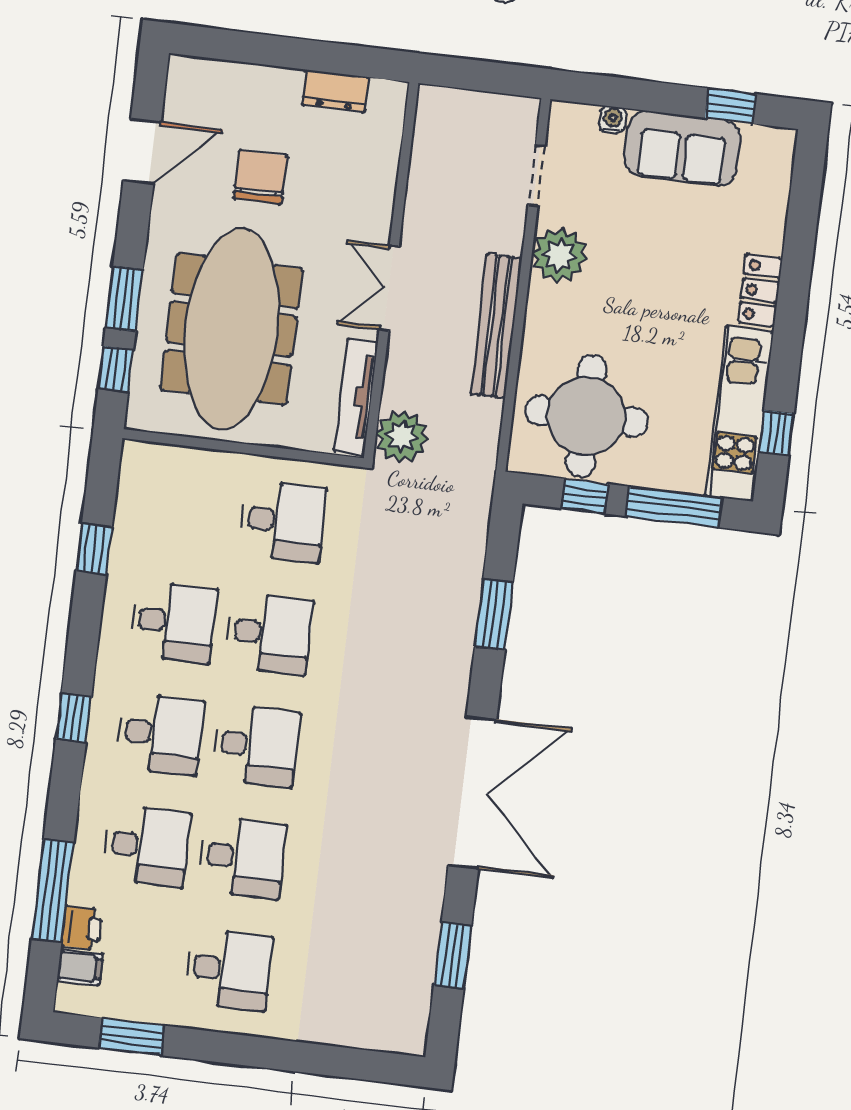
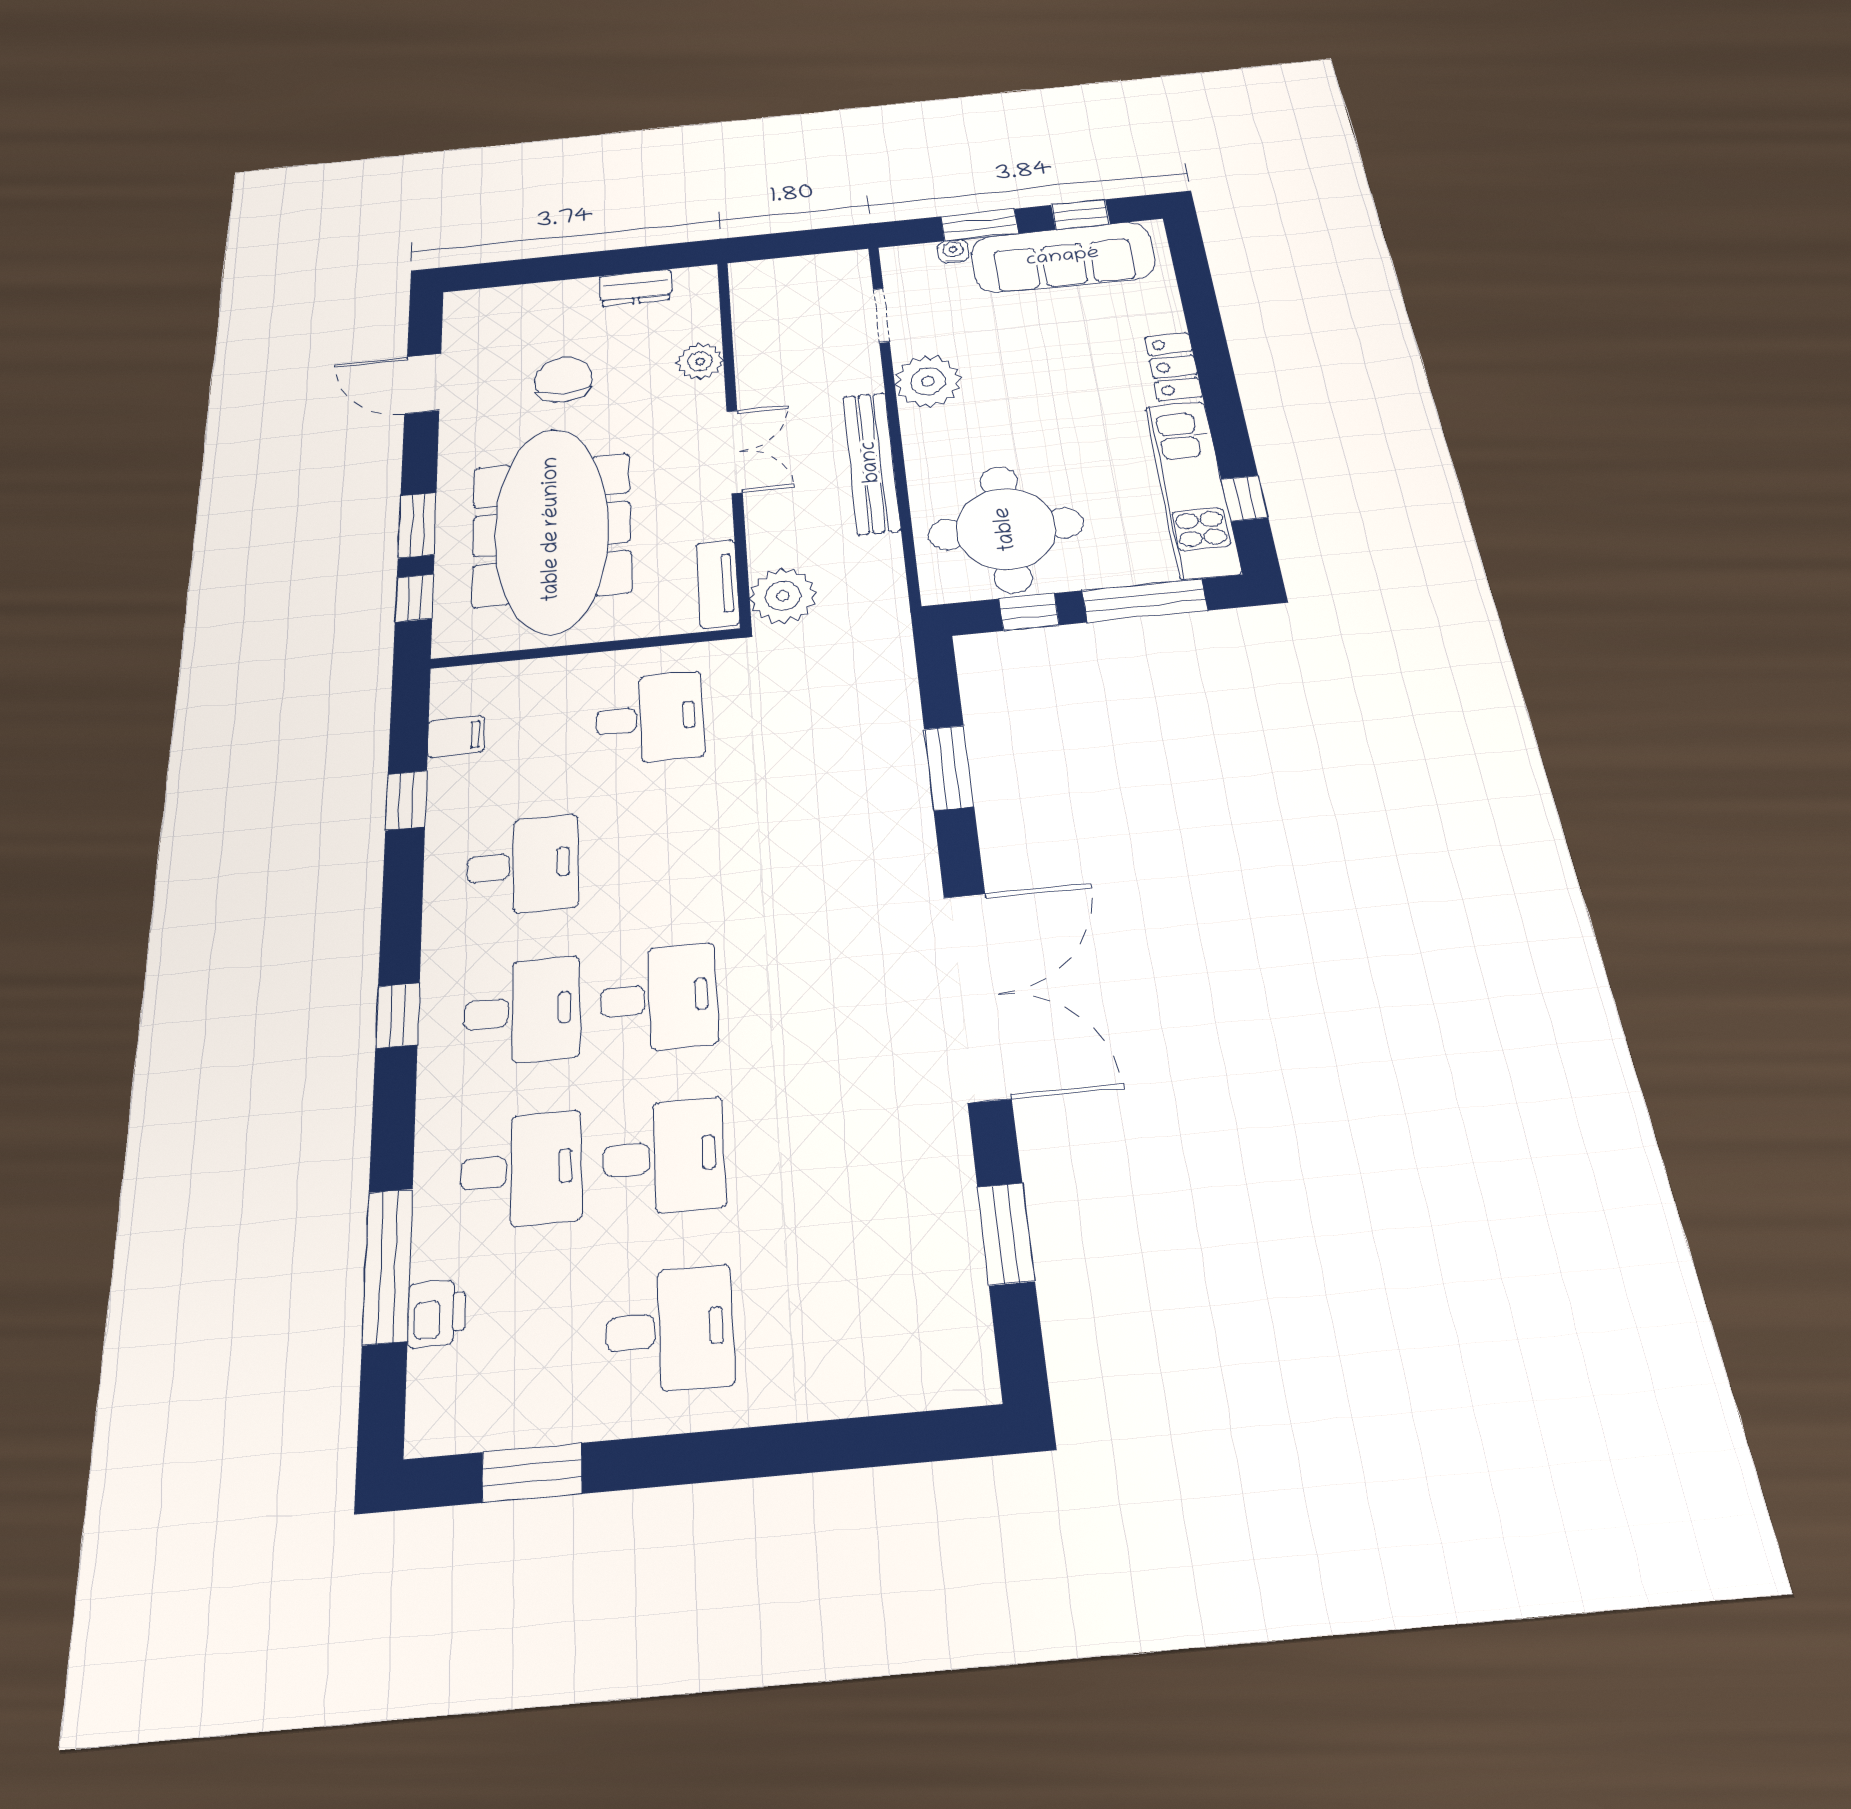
window: (642, 95) -> (980, 225), added
sofa: (683, 148) -> (1063, 257), width x1.36
door: (142, 151) -> (423, 383), swing flipped
plant: (377, 187) -> (700, 361), added
double door: (389, 288) -> (734, 452), swing flipped
tv unit: (356, 397) -> (718, 584), width x0.71
desk: (269, 633) -> (654, 852), removed
filing cabinet: (80, 967) -> (456, 736), moved

